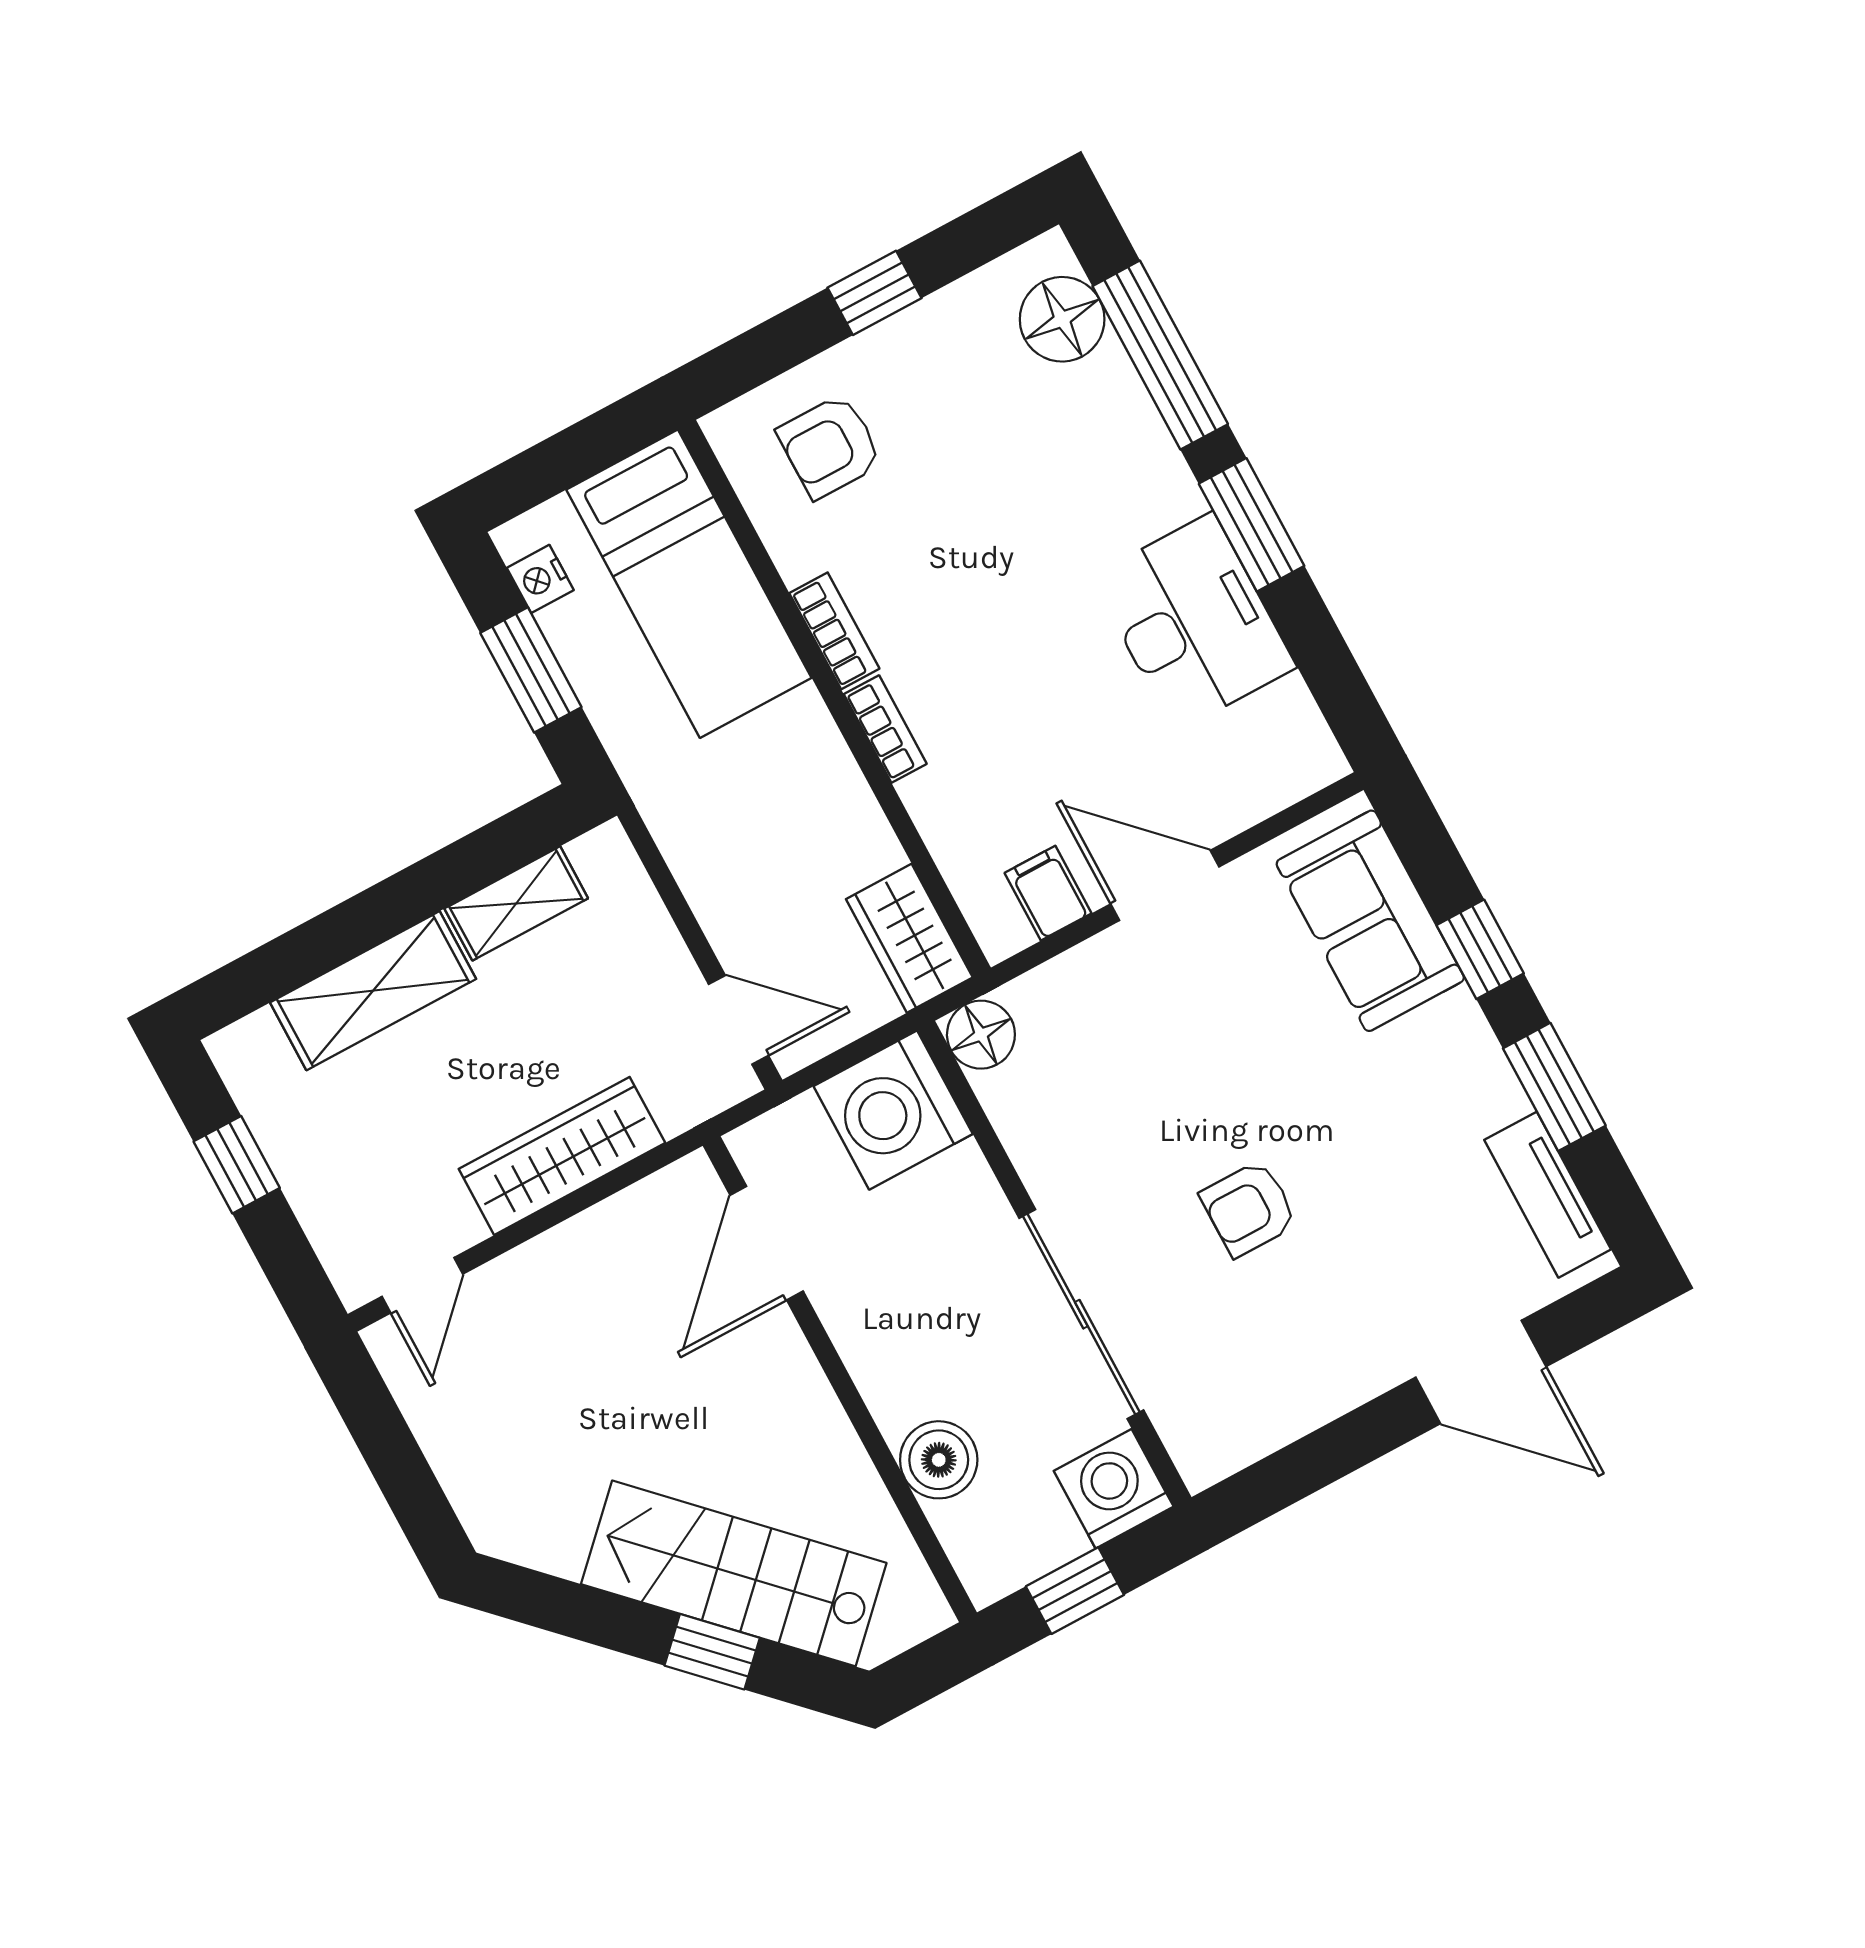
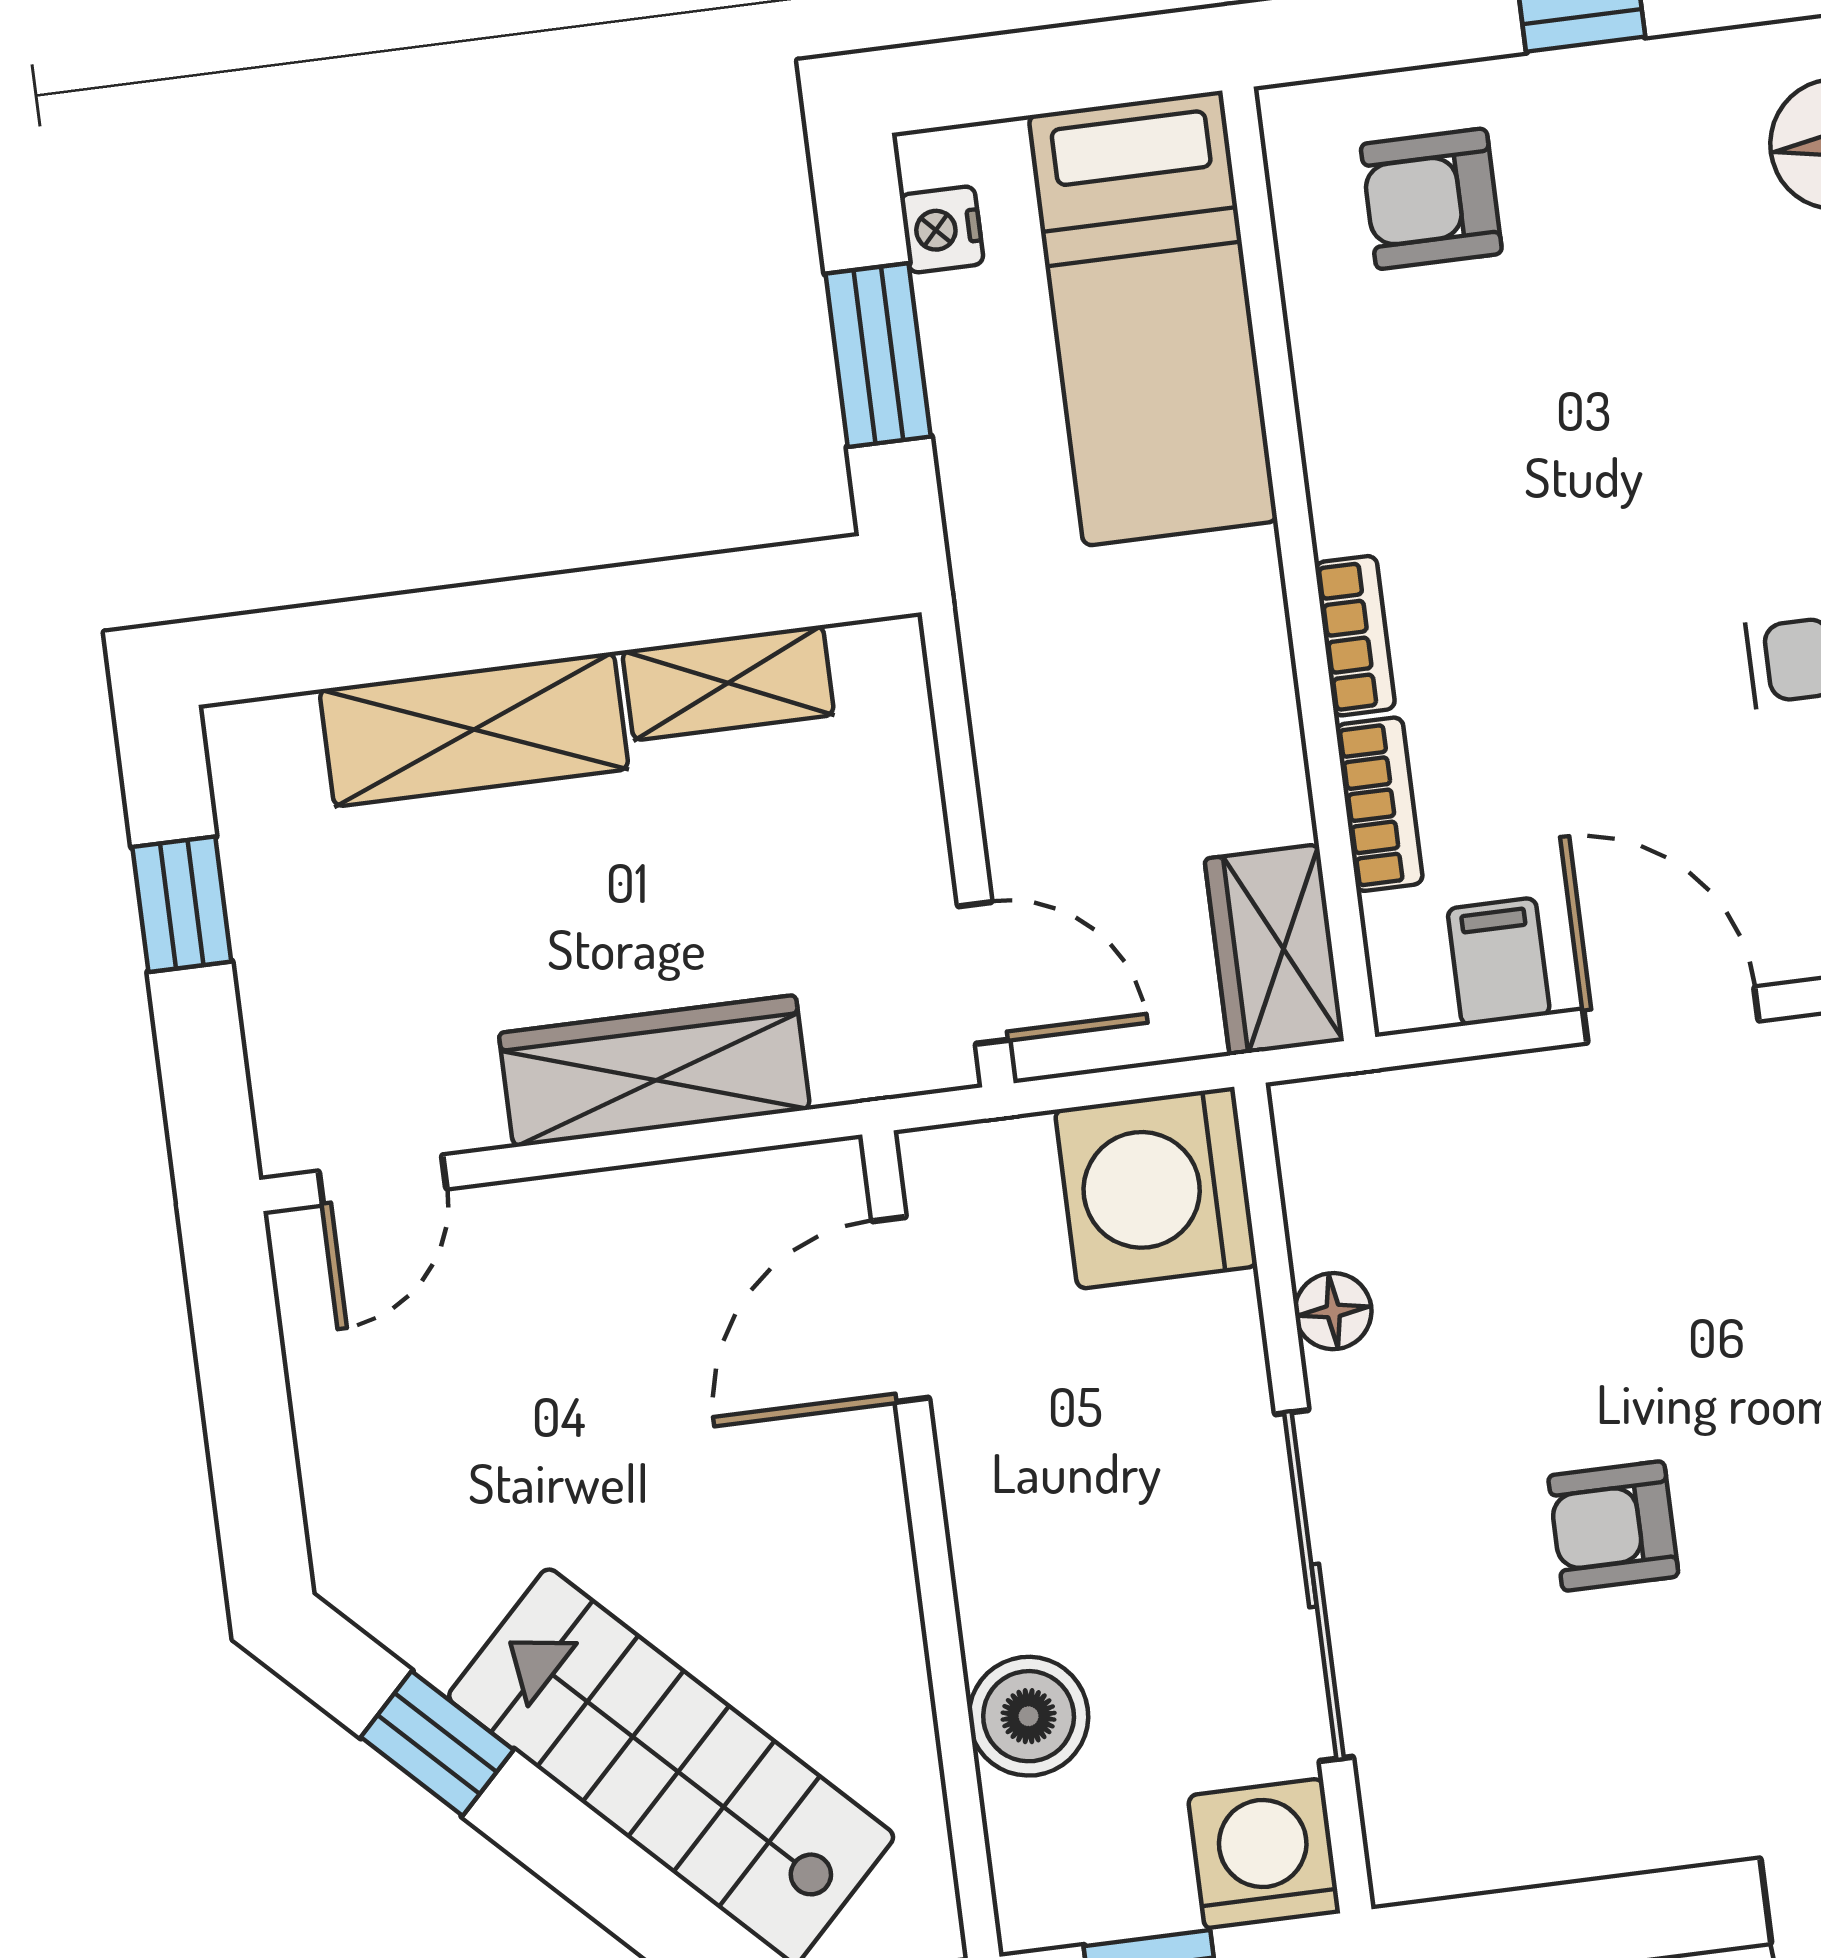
bookcase: (834, 631) -> (1379, 804), moved
floor lamp: (981, 1035) -> (1333, 1311), moved, width x0.73, depth x0.73
window: (712, 1652) -> (437, 1744), moved

